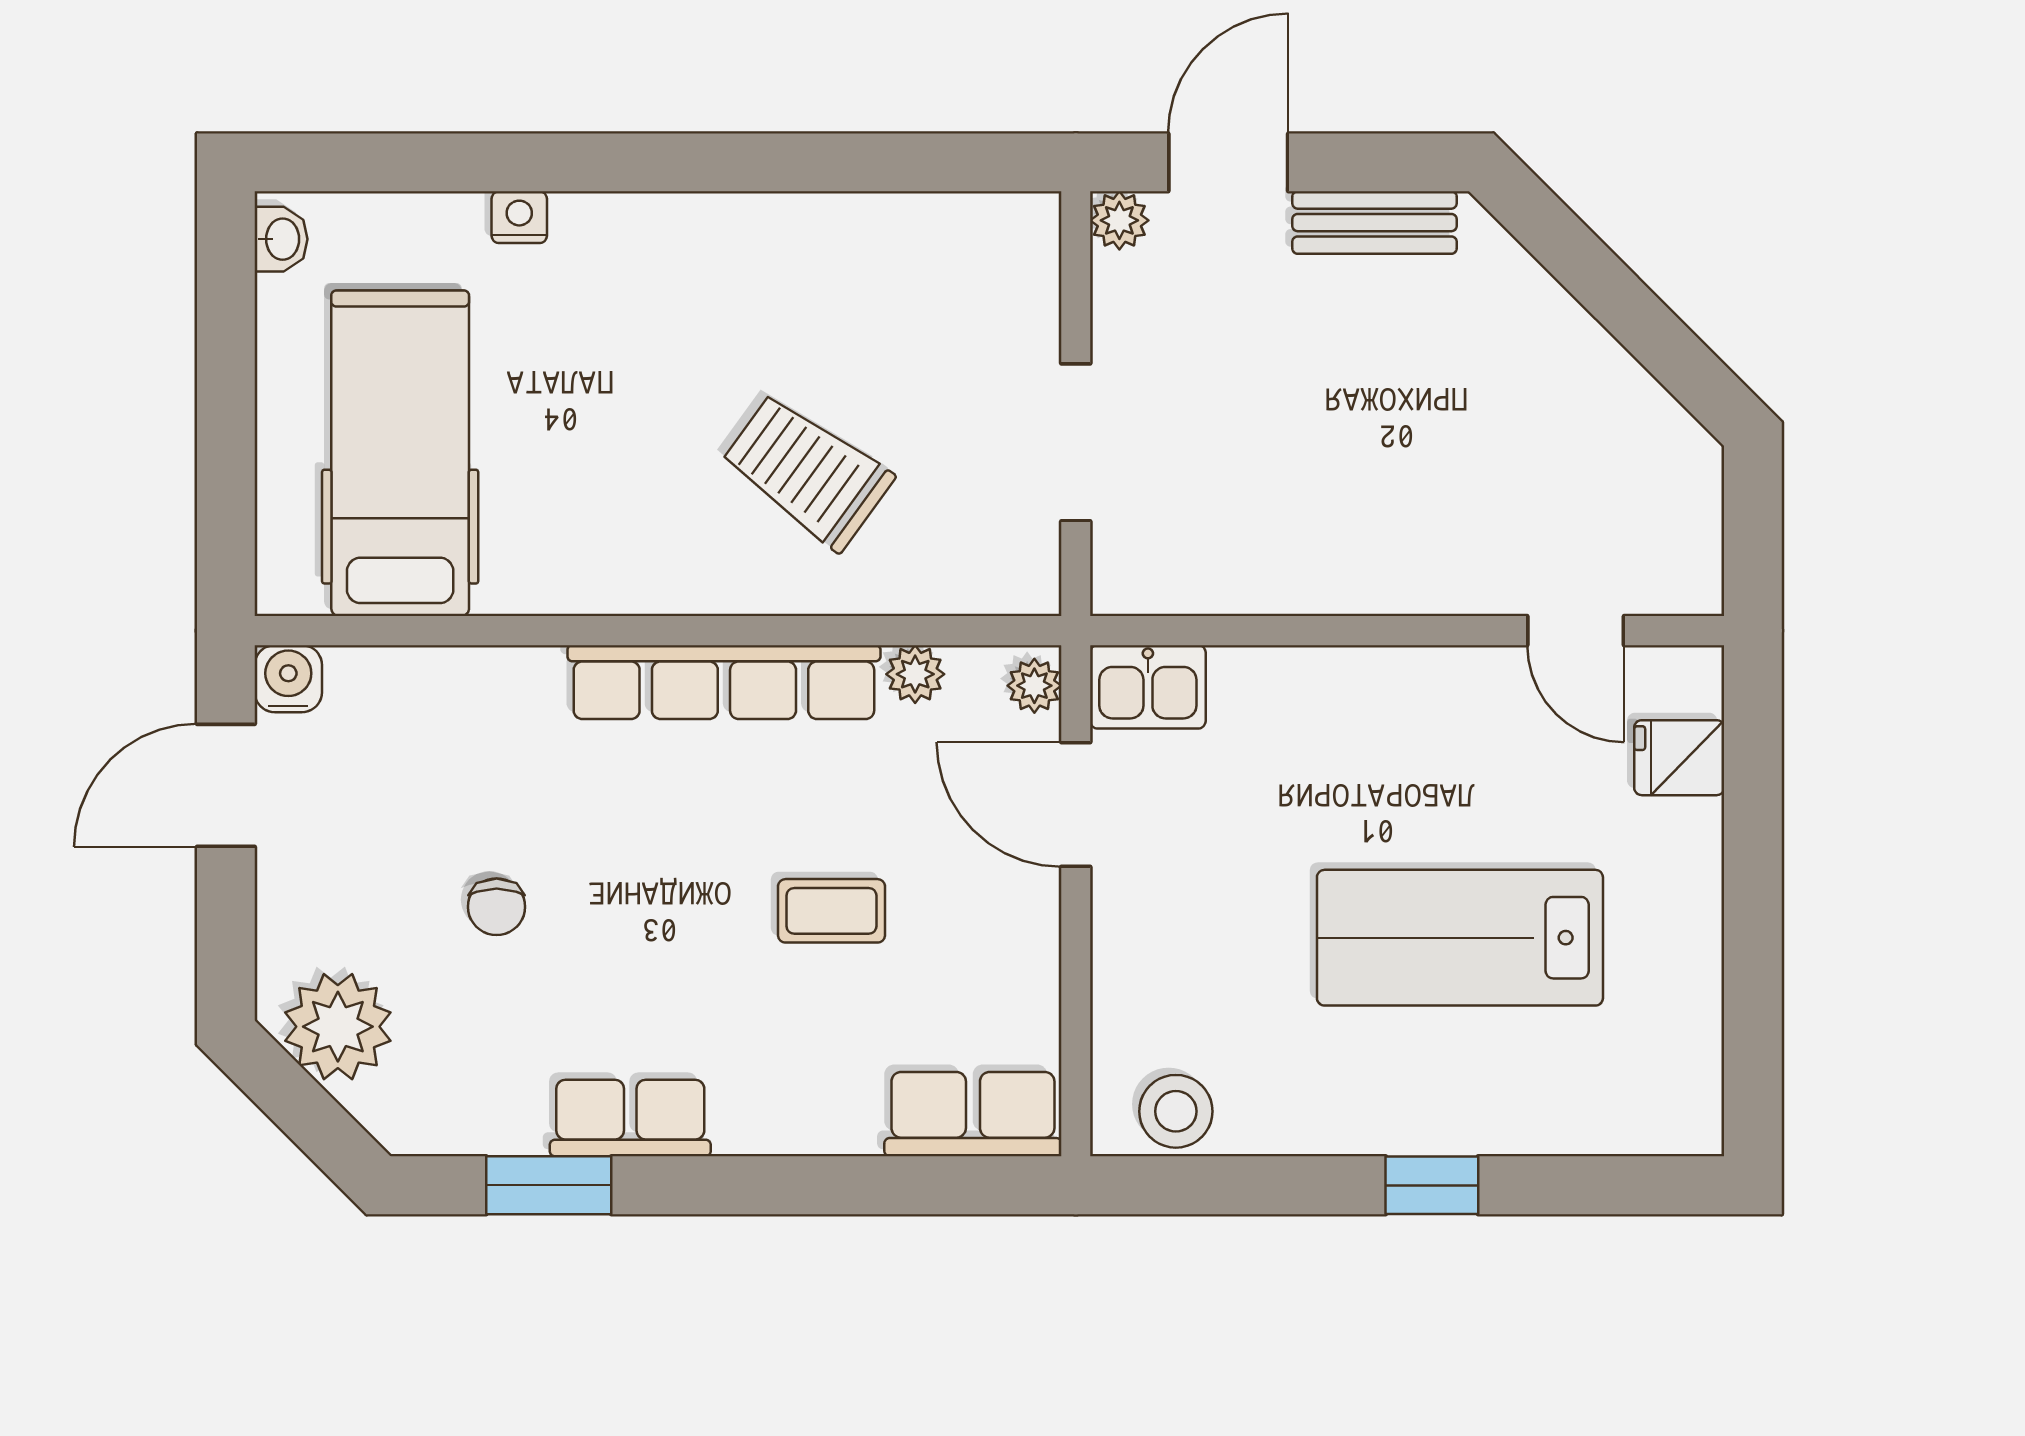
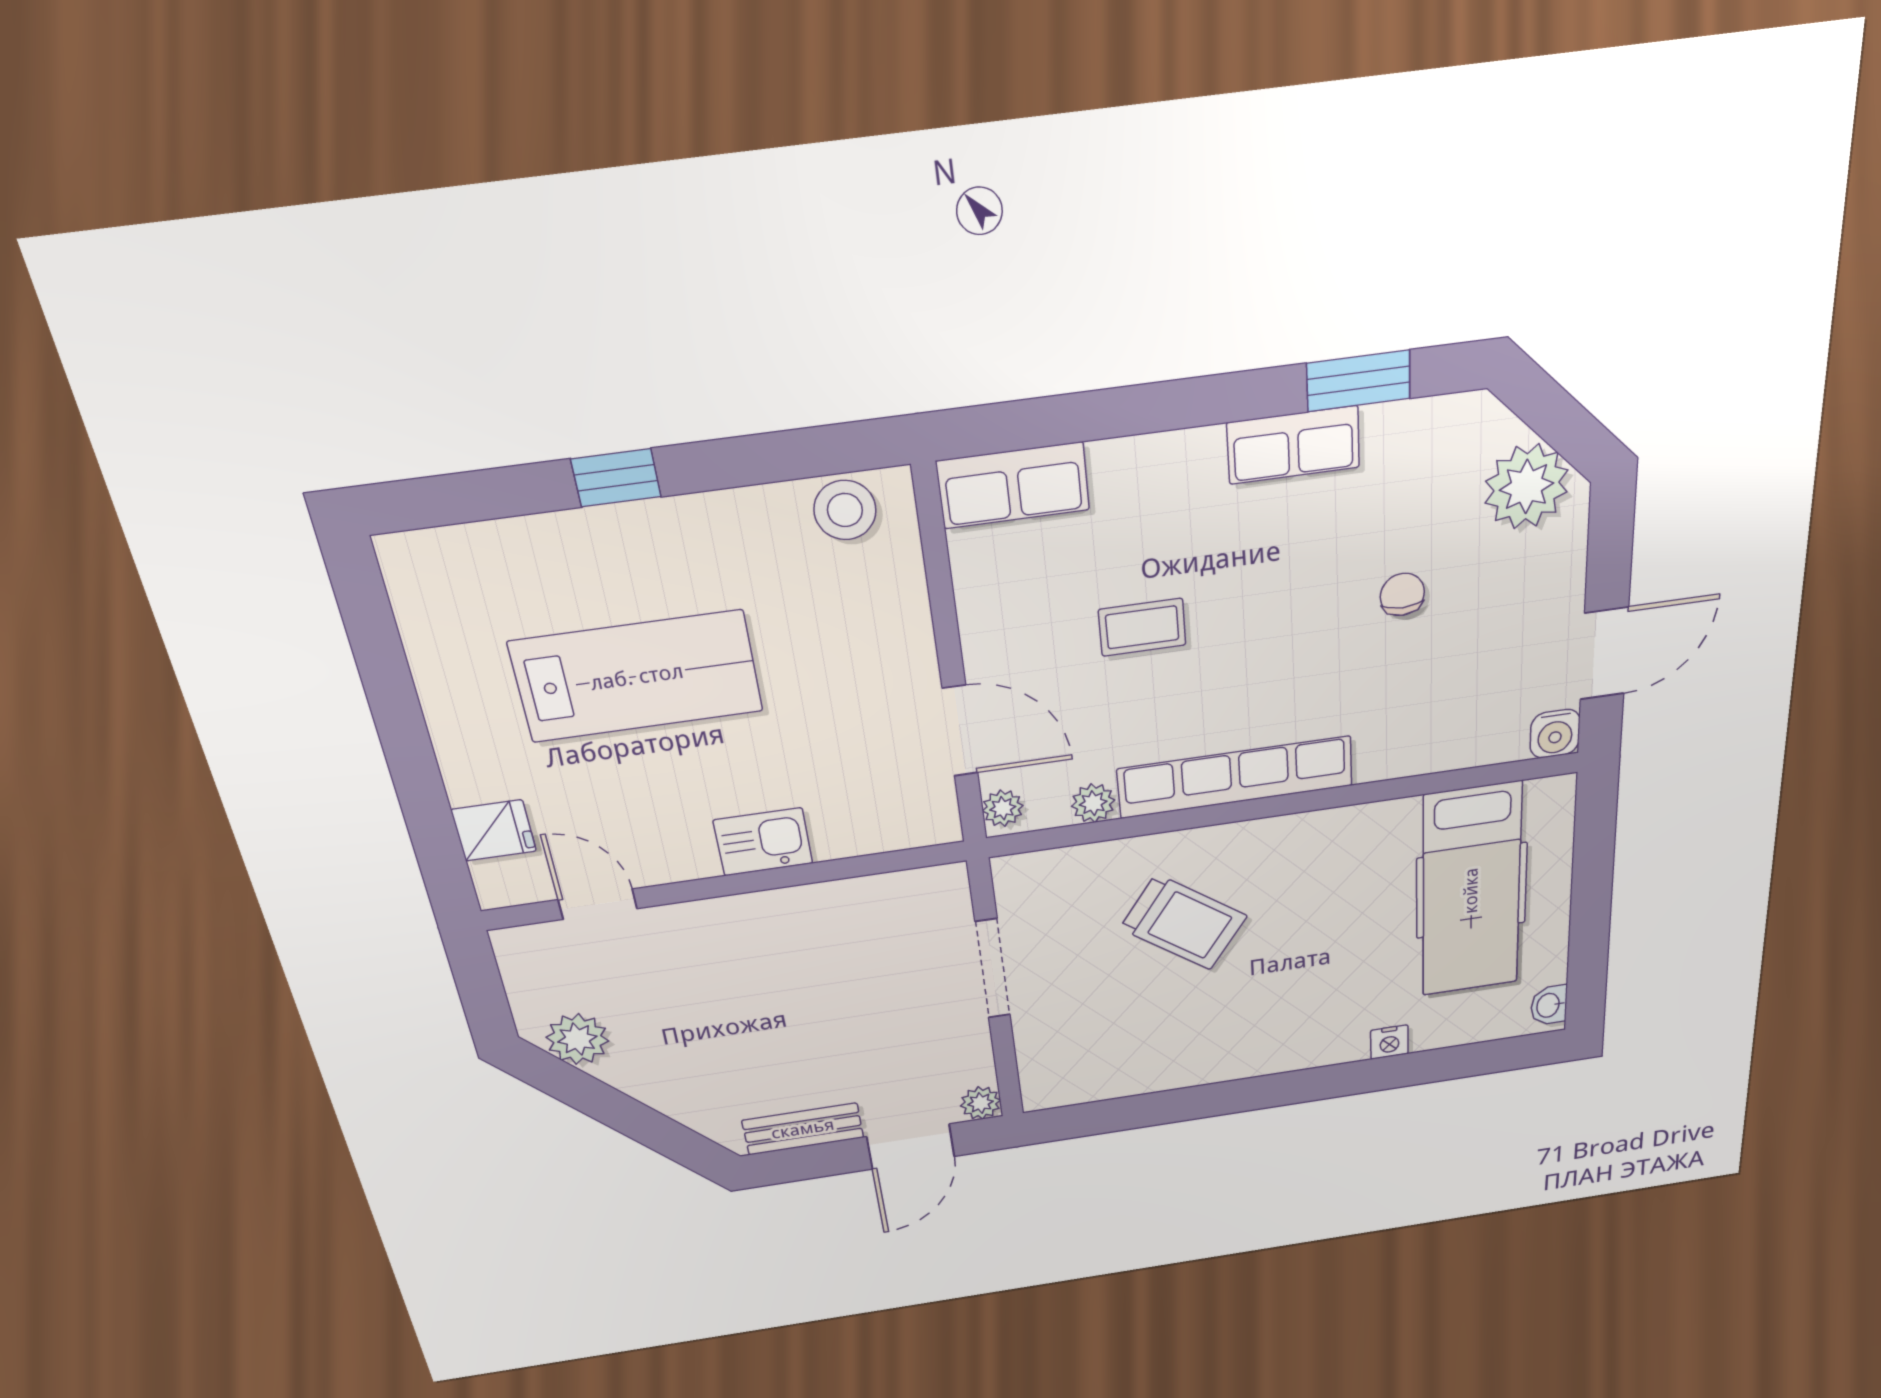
plant: (1648, 429) -> (577, 1039), added
kitchen sink: (1148, 687) -> (763, 842), moved

